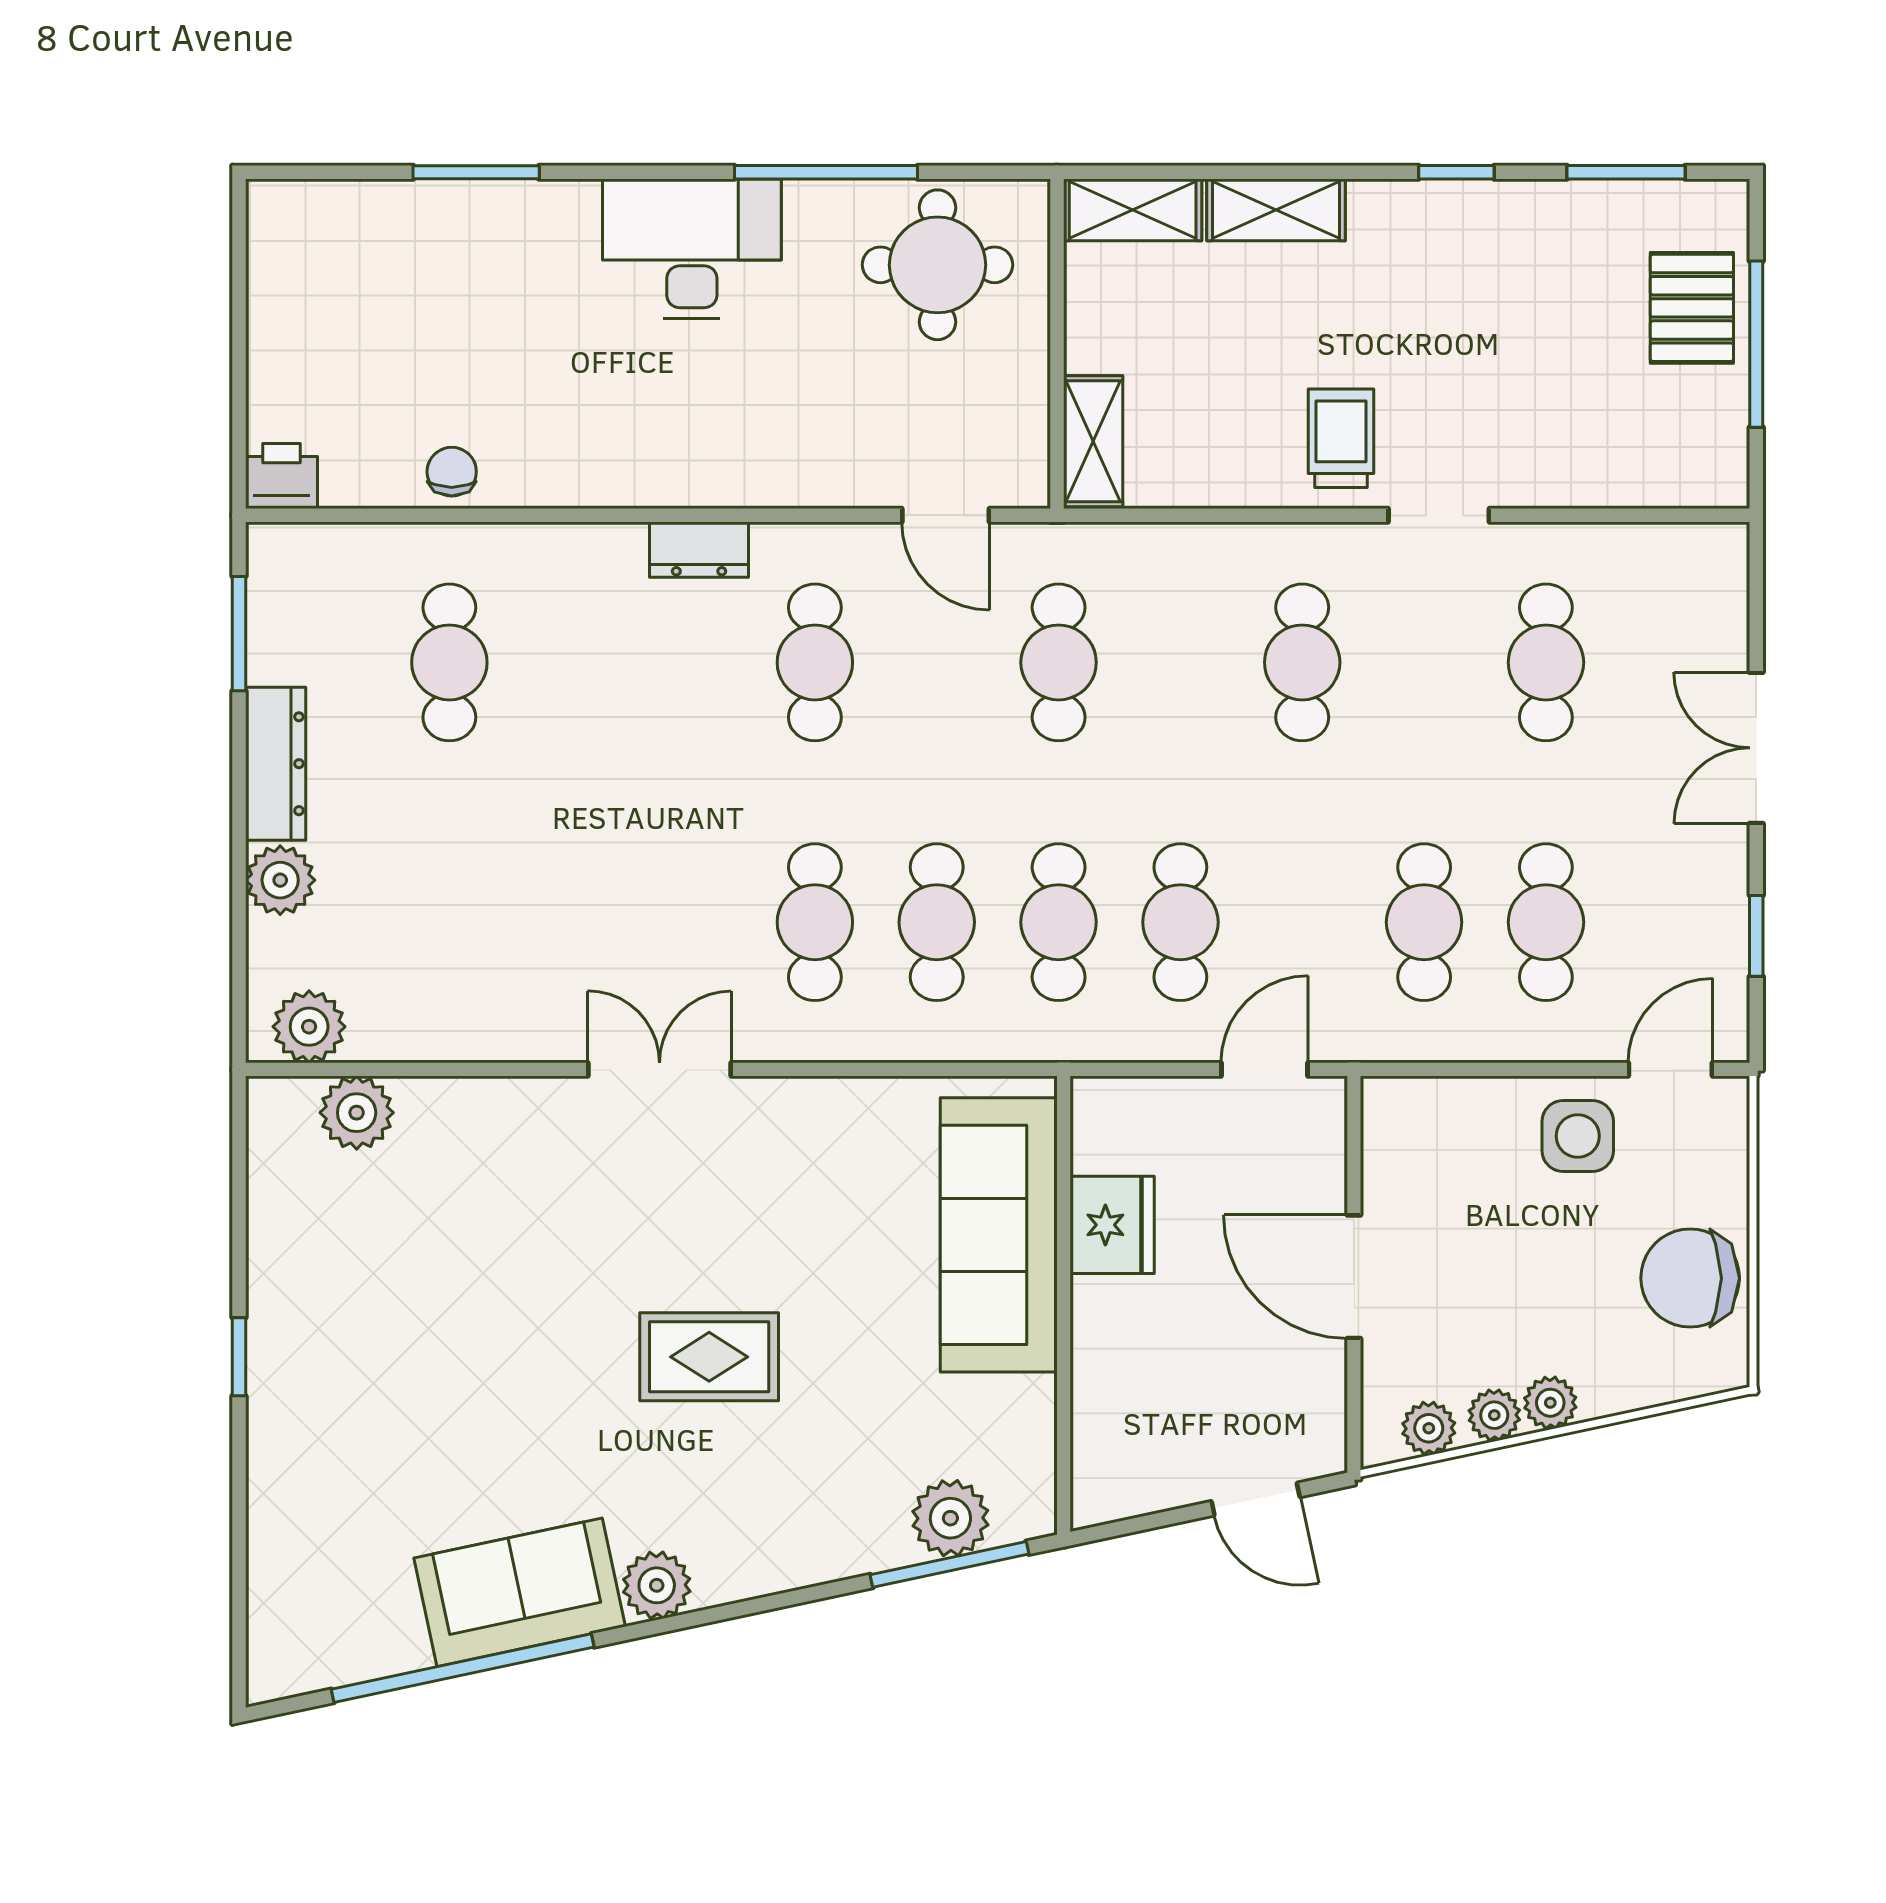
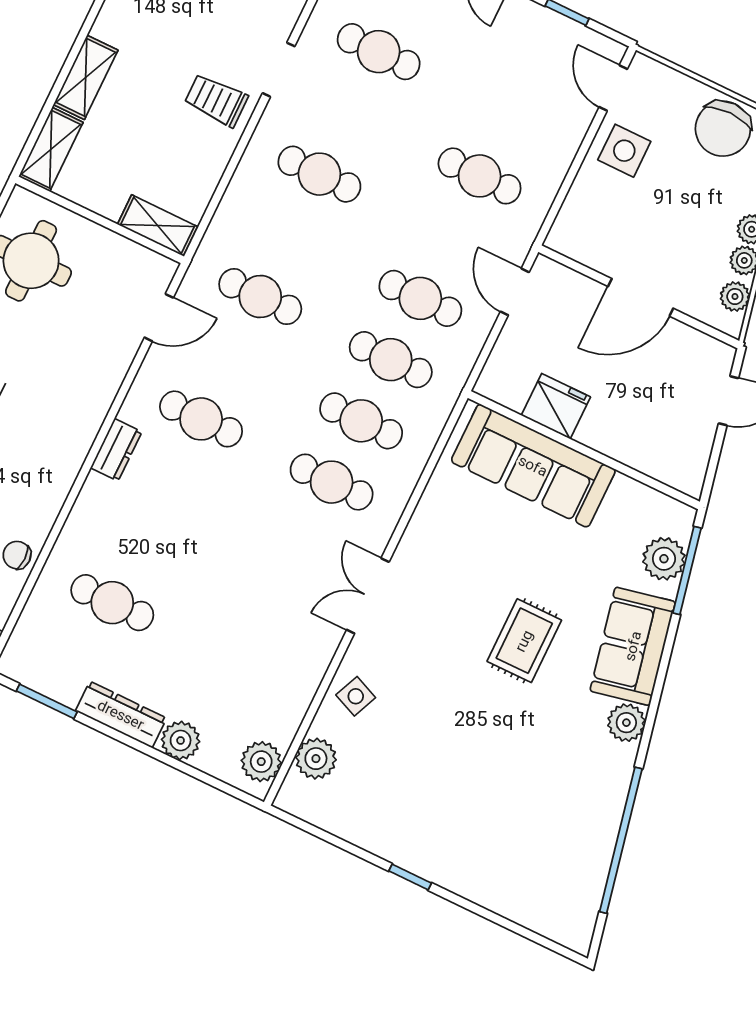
cafe table: (1546, 922) -> (509, 115), removed
side table: (488, 1128) -> (356, 696), added
sofa: (520, 1592) -> (633, 646), moved

